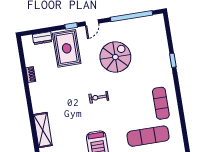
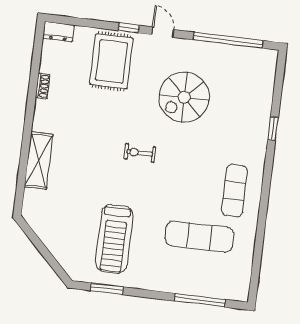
door: (92, 23) -> (163, 32), swing flipped
dresser: (42, 38) -> (59, 32), moved
spiral stairs: (115, 57) -> (184, 97), turned 180
shelving: (43, 130) -> (39, 161), moved

